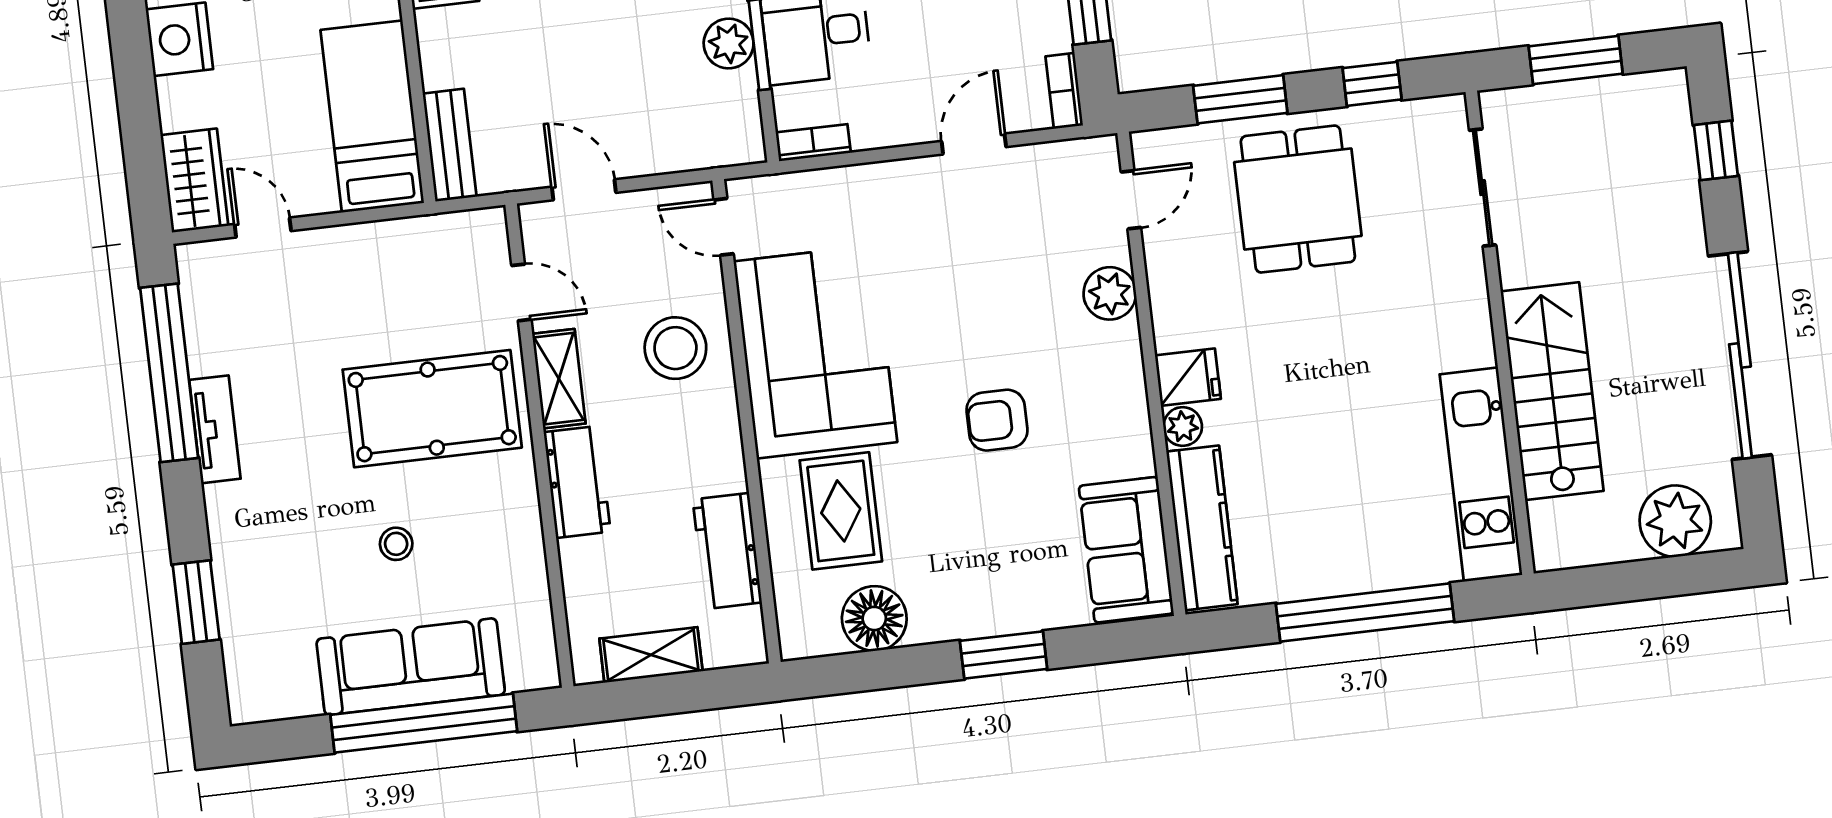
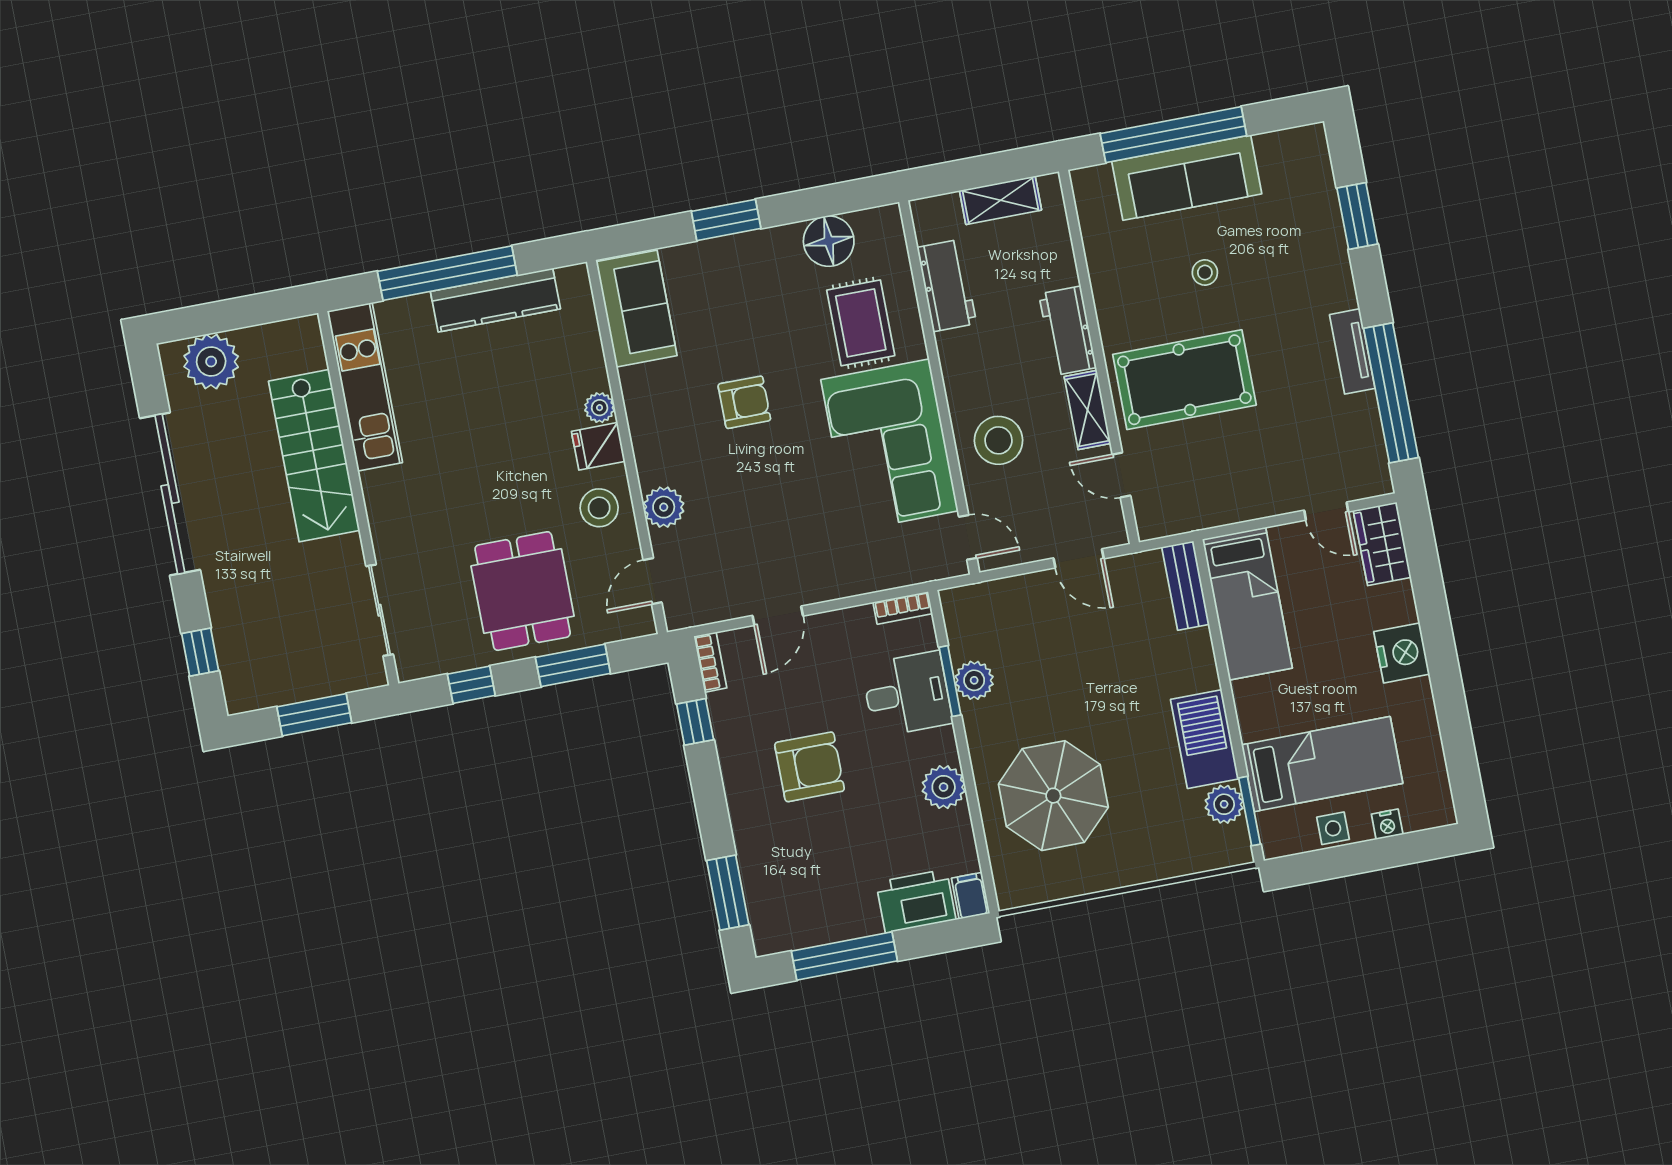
stool: (1192, 298) -> (599, 508), added
kitchen counter: (1202, 528) -> (495, 300), moved, turned -90

